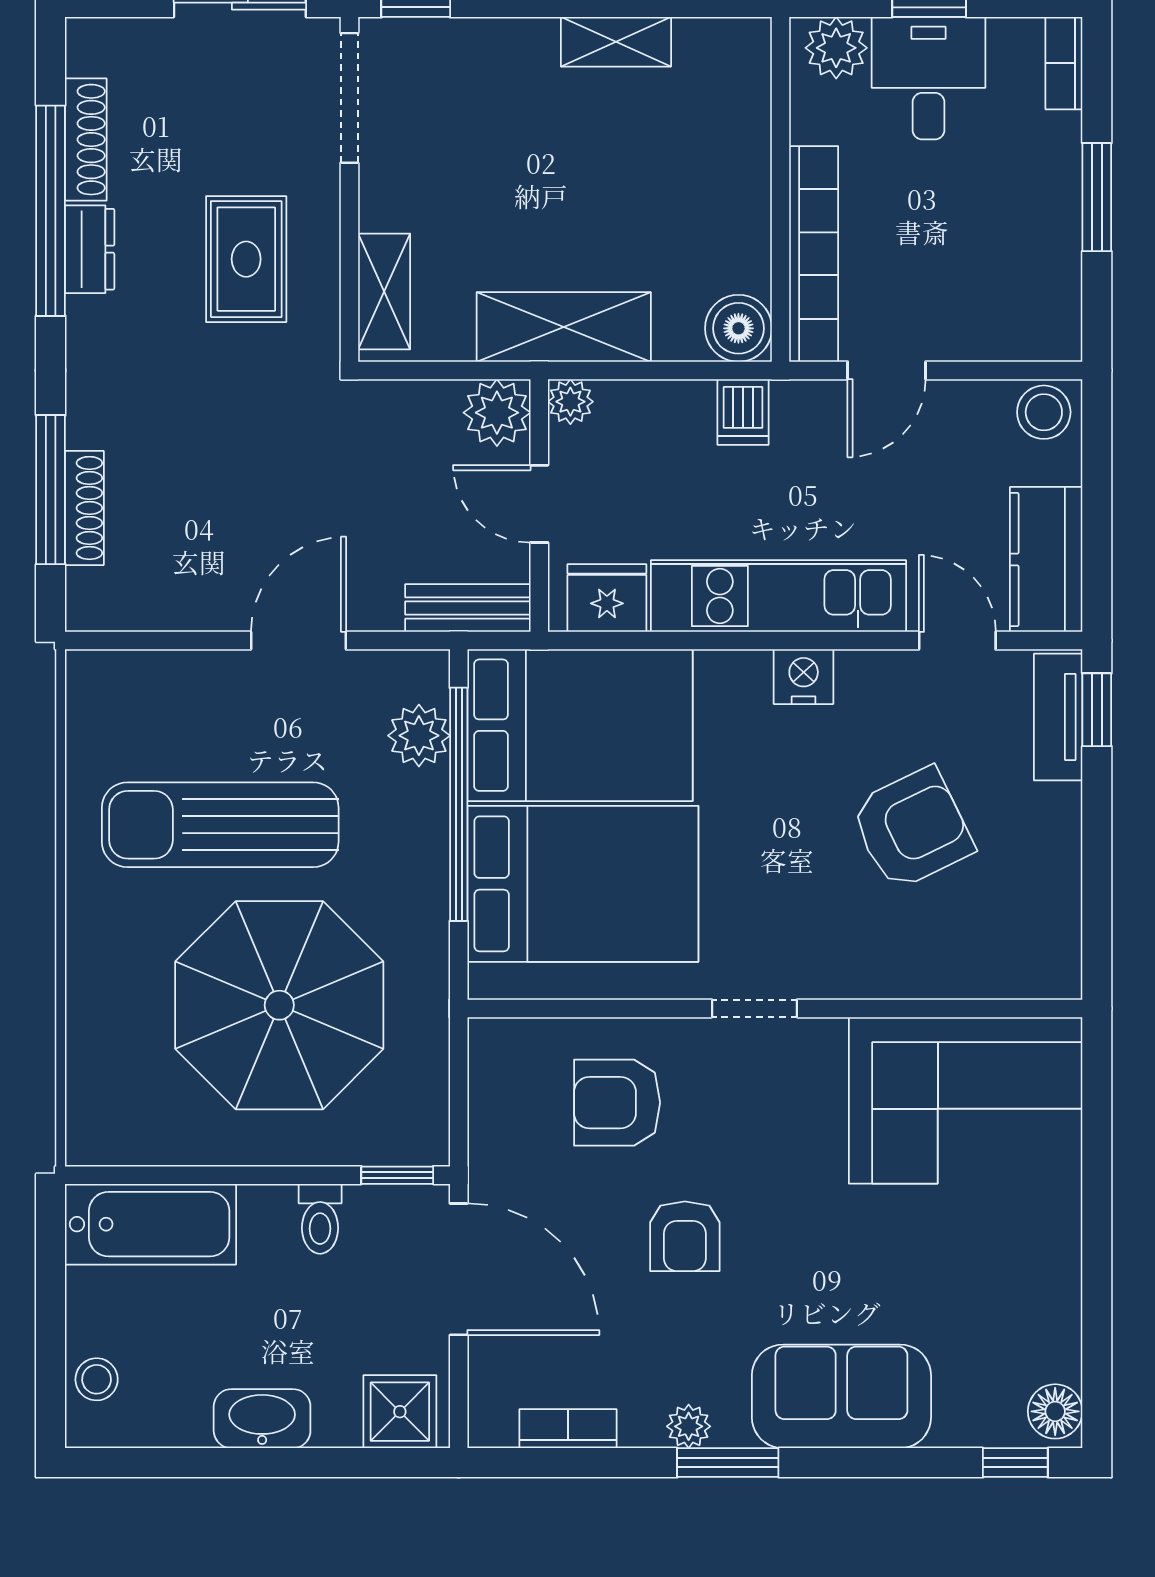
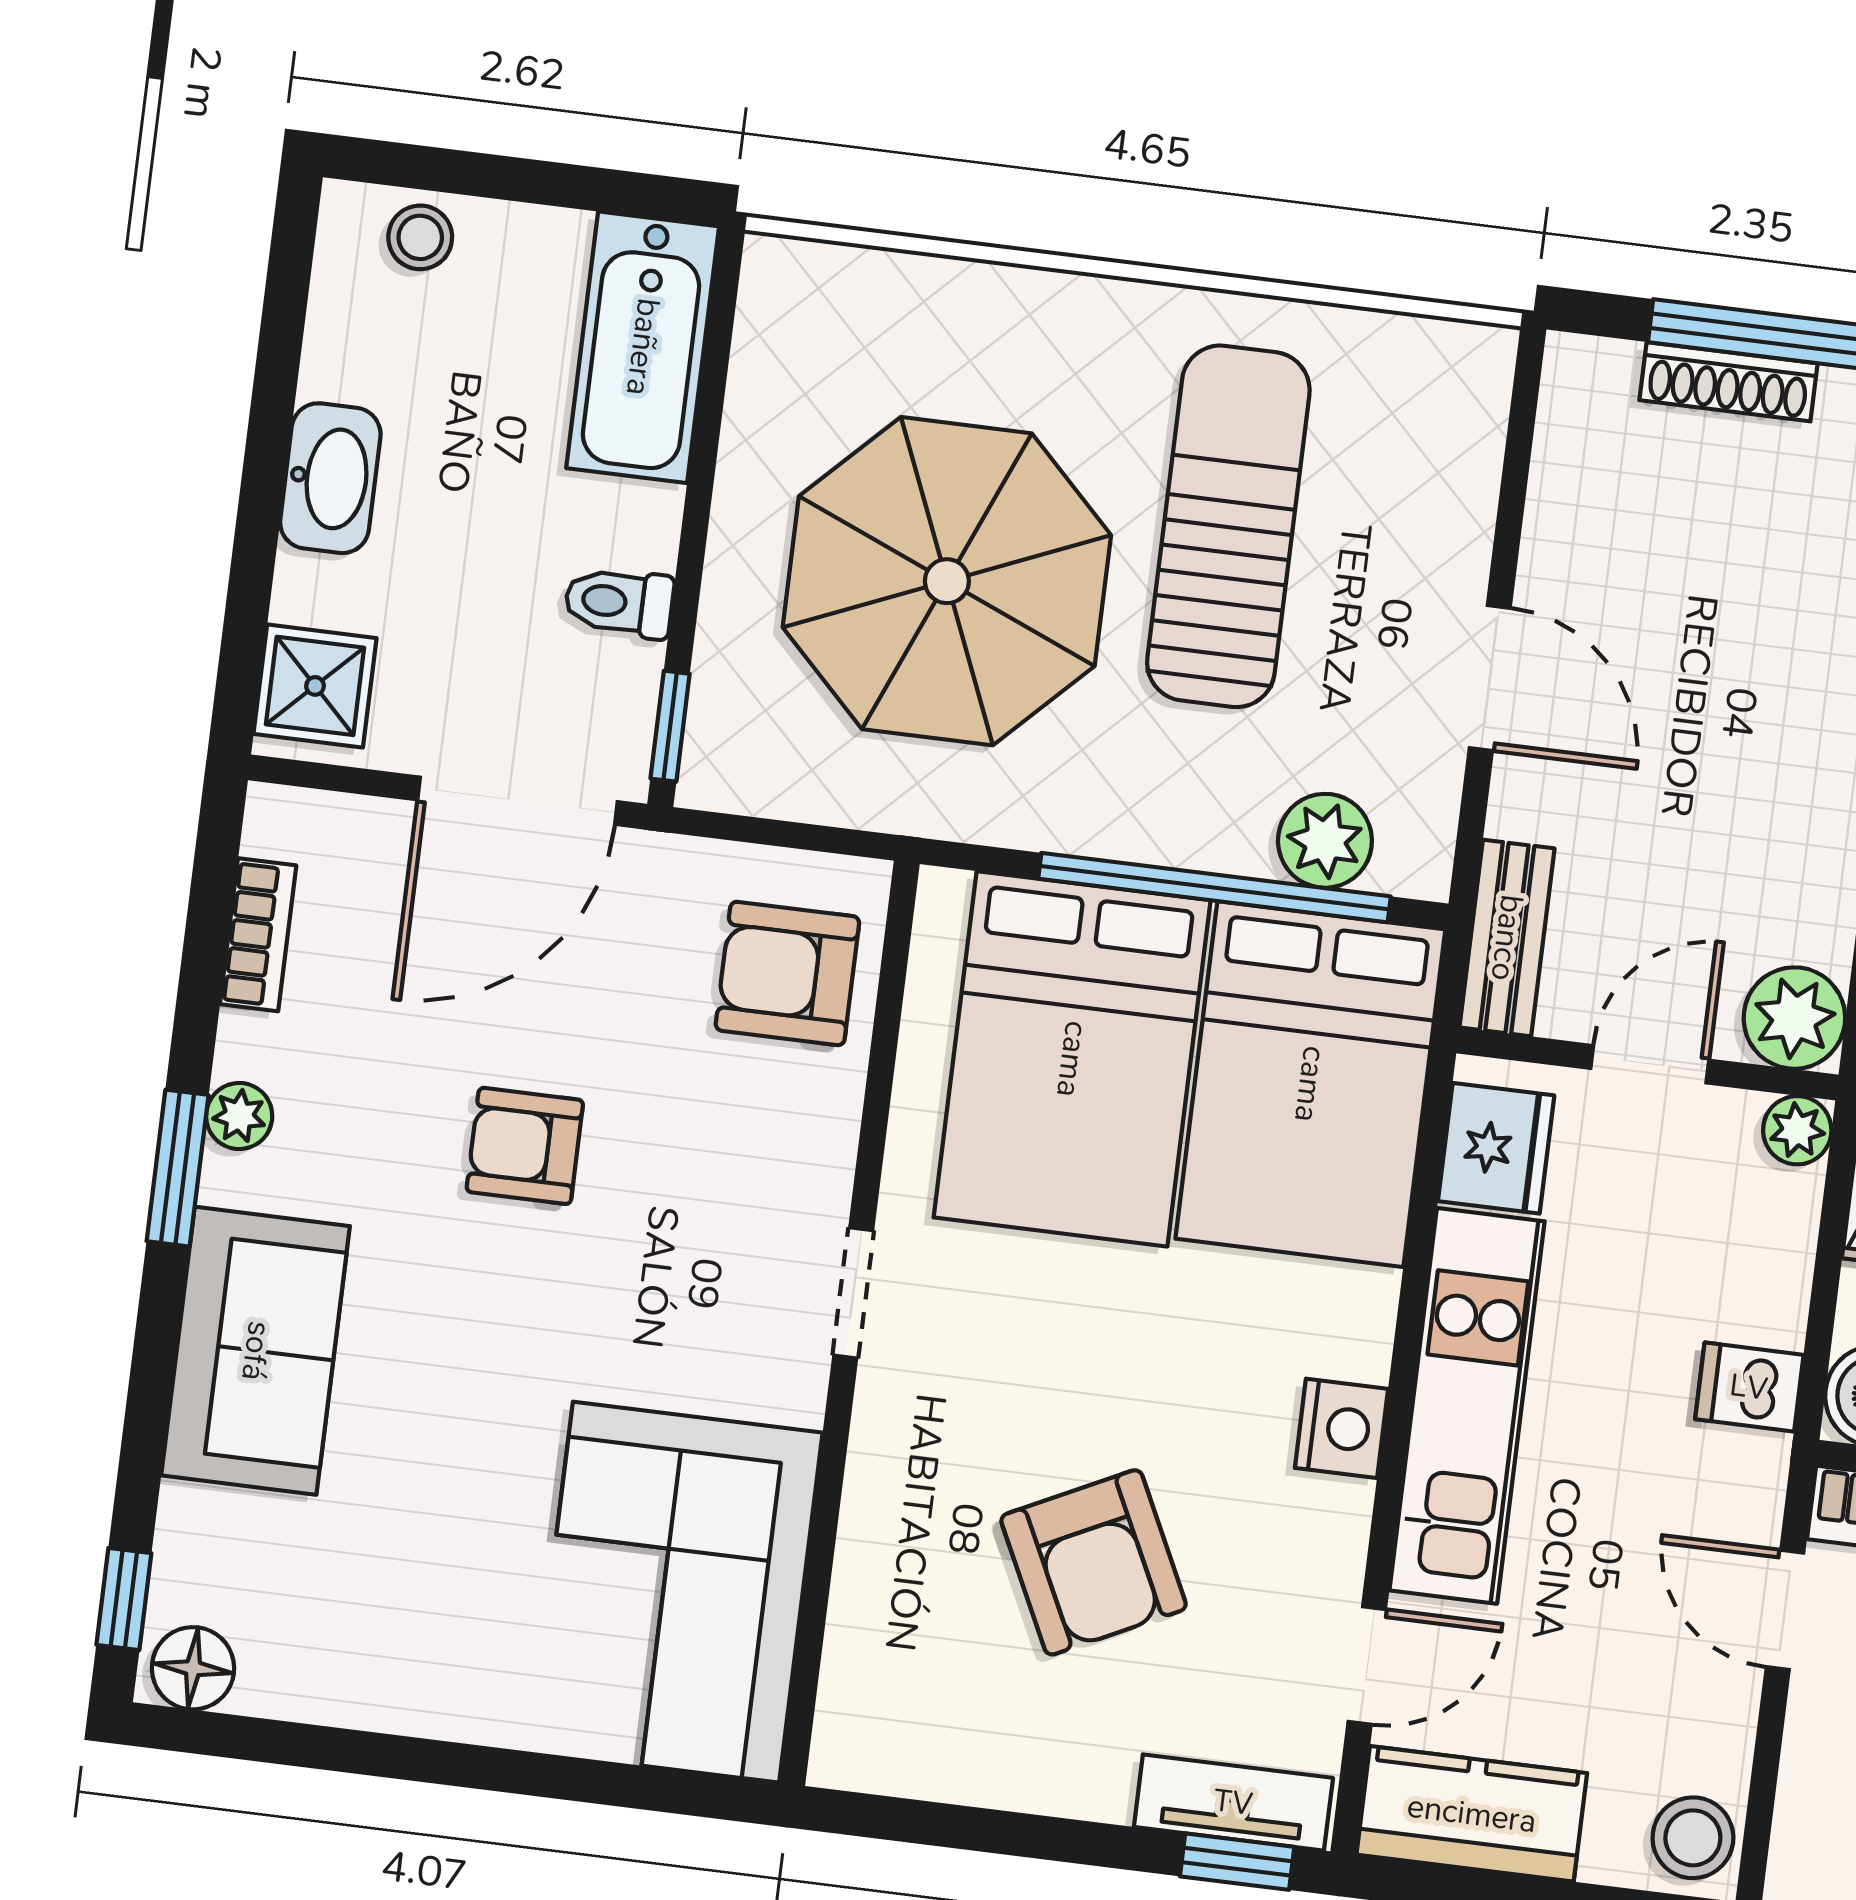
armchair: (617, 1103) -> (787, 973), moved, turned -90

